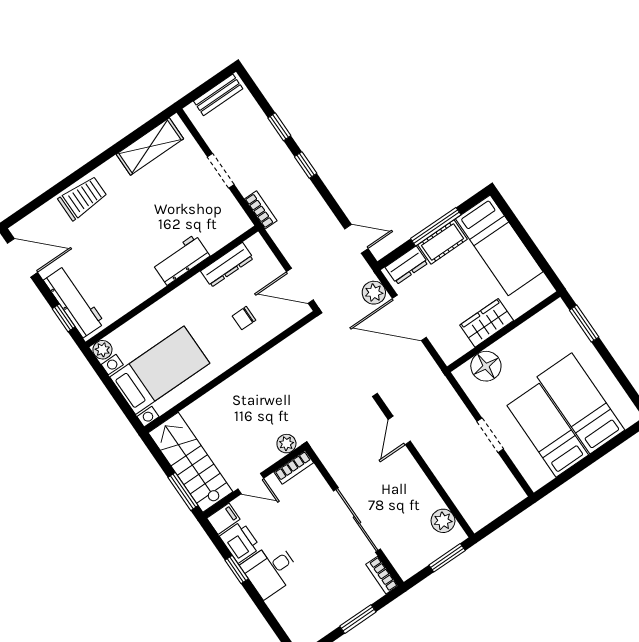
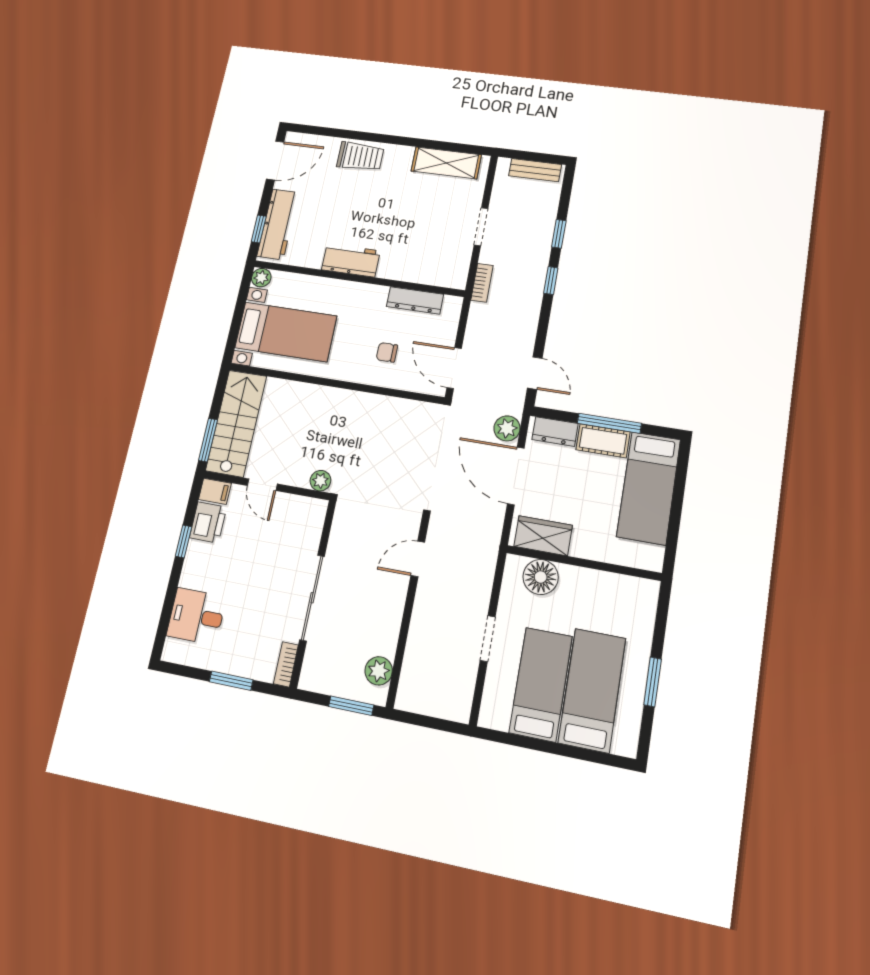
door: (22, 258) -> (275, 160), hinge flipped
workbench: (181, 260) -> (351, 260), moved
wardrobe: (487, 323) -> (543, 536), moved
window: (584, 324) -> (653, 682), moved
bookcase: (294, 467) -> (307, 505), removed
desk: (271, 570) -> (196, 616), moved

